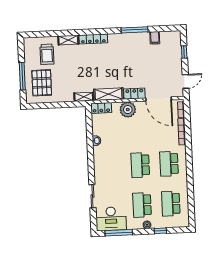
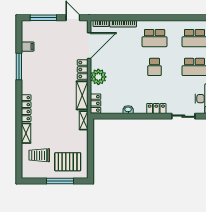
window: (184, 52) -> (43, 18), width x2.17
trolley: (47, 54) -> (39, 155), turned 180
school desk: (140, 165) -> (155, 67), width x0.54
locker: (99, 169) -> (156, 108), added

